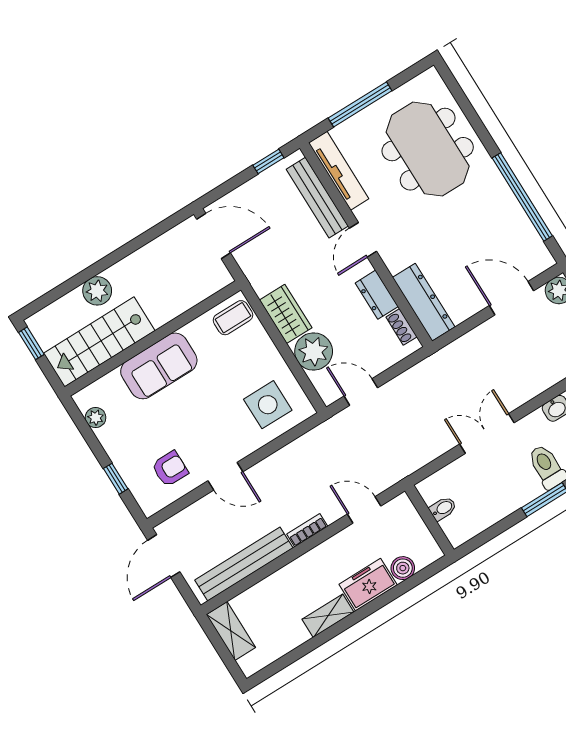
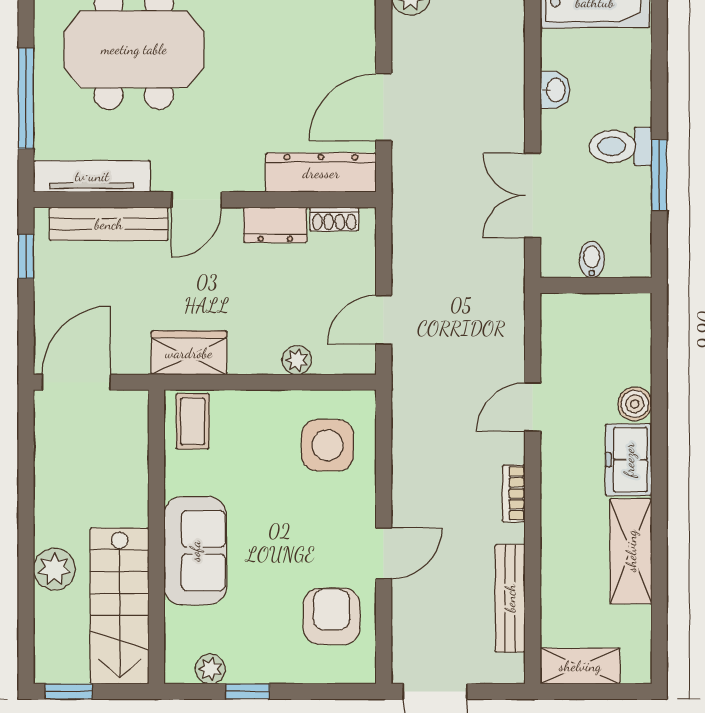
door: (363, 240) -> (196, 200), hinge flipped
door: (512, 298) -> (384, 107), moved
wardrobe: (286, 314) -> (189, 353), moved
plant: (314, 351) -> (297, 360), width x0.53, depth x0.53
armchair: (170, 469) -> (331, 616), width x1.38, depth x1.38
window: (116, 479) -> (248, 691), moved
bidet: (443, 508) -> (592, 260), moved
wall: (429, 520) -> (596, 285), moved
bench: (244, 564) -> (510, 598), width x0.73, depth x0.82
shelving: (328, 616) -> (631, 551), width x1.50, depth x1.33

